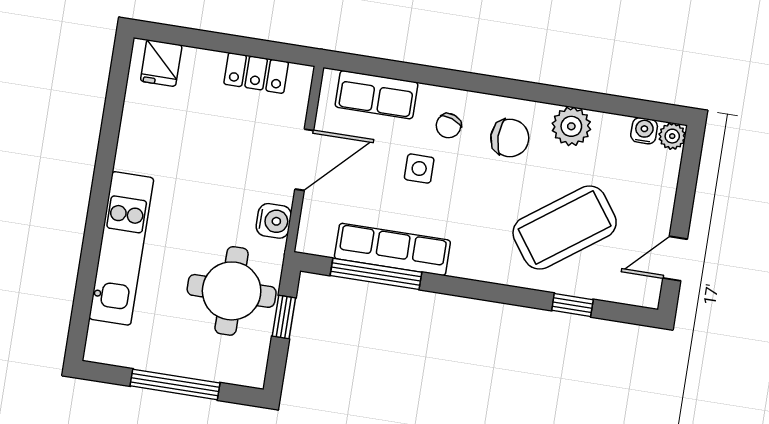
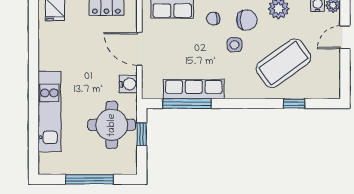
chair: (449, 126) -> (213, 19), turned 68
door: (304, 160) -> (139, 49), swing flipped
side table: (419, 169) -> (234, 45), moved
door: (675, 259) -> (345, 37), moved

